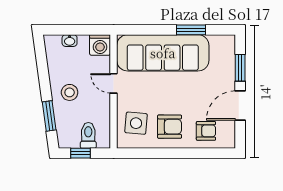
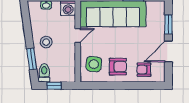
door: (114, 83) -> (78, 36), swing flipped
armchair: (206, 131) -> (144, 70), turned 180
toilet: (88, 135) -> (44, 73), moved

